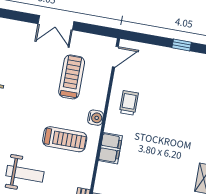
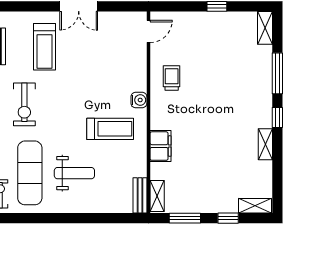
treadmill: (72, 77) -> (45, 47), moved, turned 180
filing cabinet: (110, 148) -> (160, 146), moved

